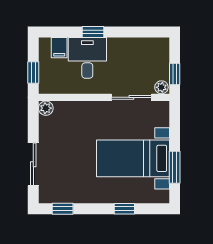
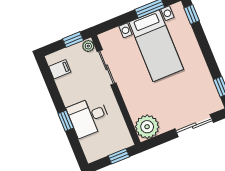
filing cabinet: (59, 48) -> (60, 69), moved
plant: (46, 108) -> (147, 127), width x1.87, depth x1.87
window: (124, 209) -> (192, 14), moved

